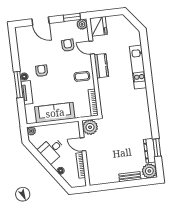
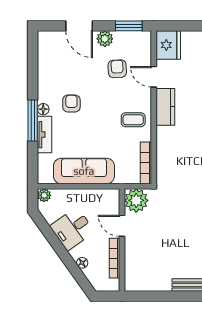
plant: (82, 24) -> (105, 39), moved

